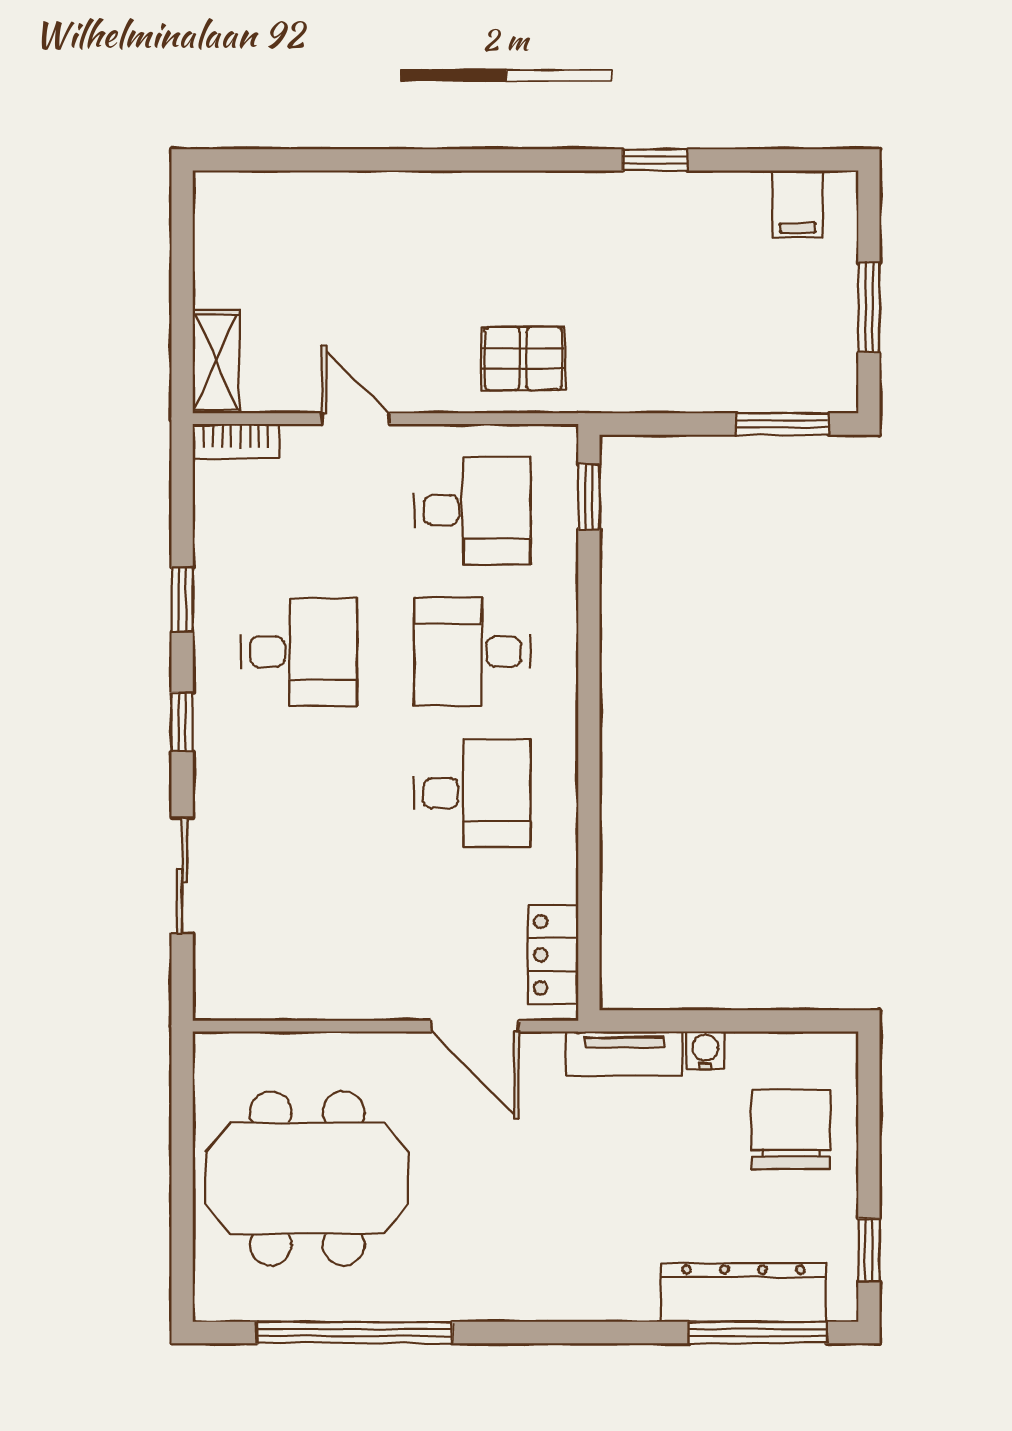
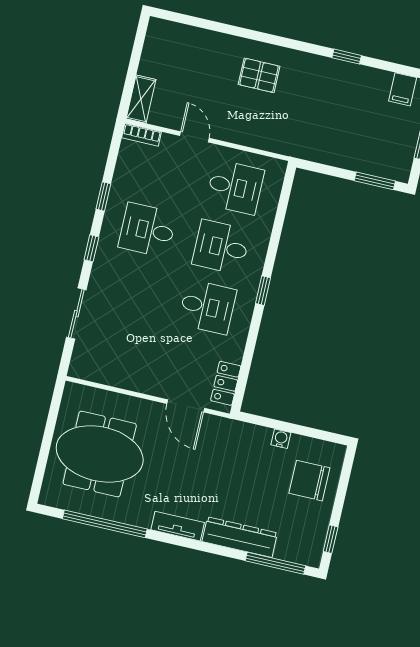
pallet: (523, 358) -> (259, 75), moved
window: (589, 497) -> (263, 291), moved
desk: (299, 652) -> (148, 230), turned 180
tv unit: (624, 1054) -> (178, 526), moved, turned 180
chair: (791, 1130) -> (309, 481), turned -90
dresser: (743, 1293) -> (240, 537), moved

